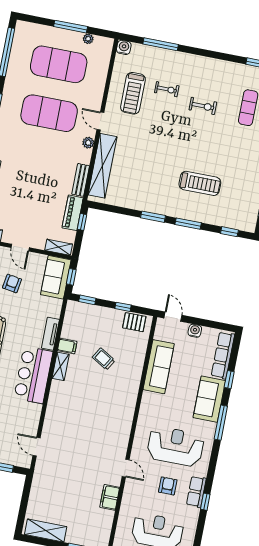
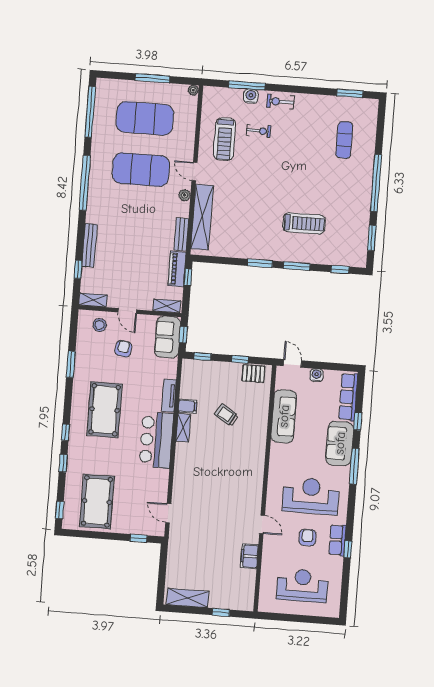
plant: (88, 39) -> (193, 90), moved
water cooler: (124, 47) -> (251, 96), moved
exercise bike: (203, 106) -> (280, 102), moved, turned 180

